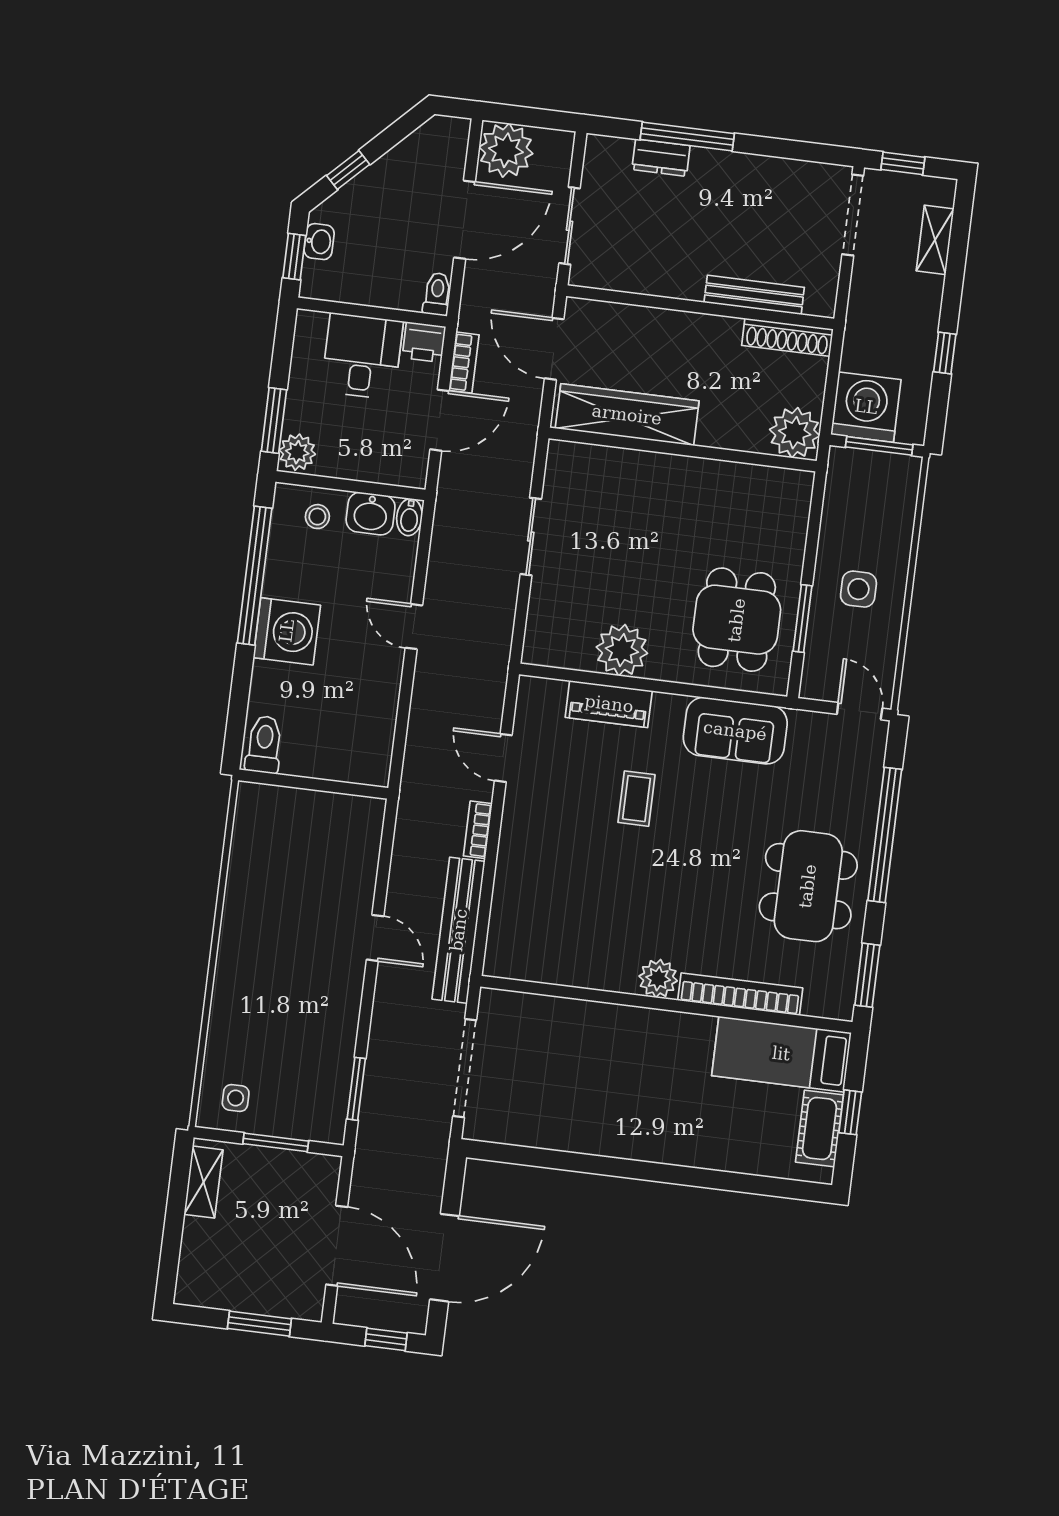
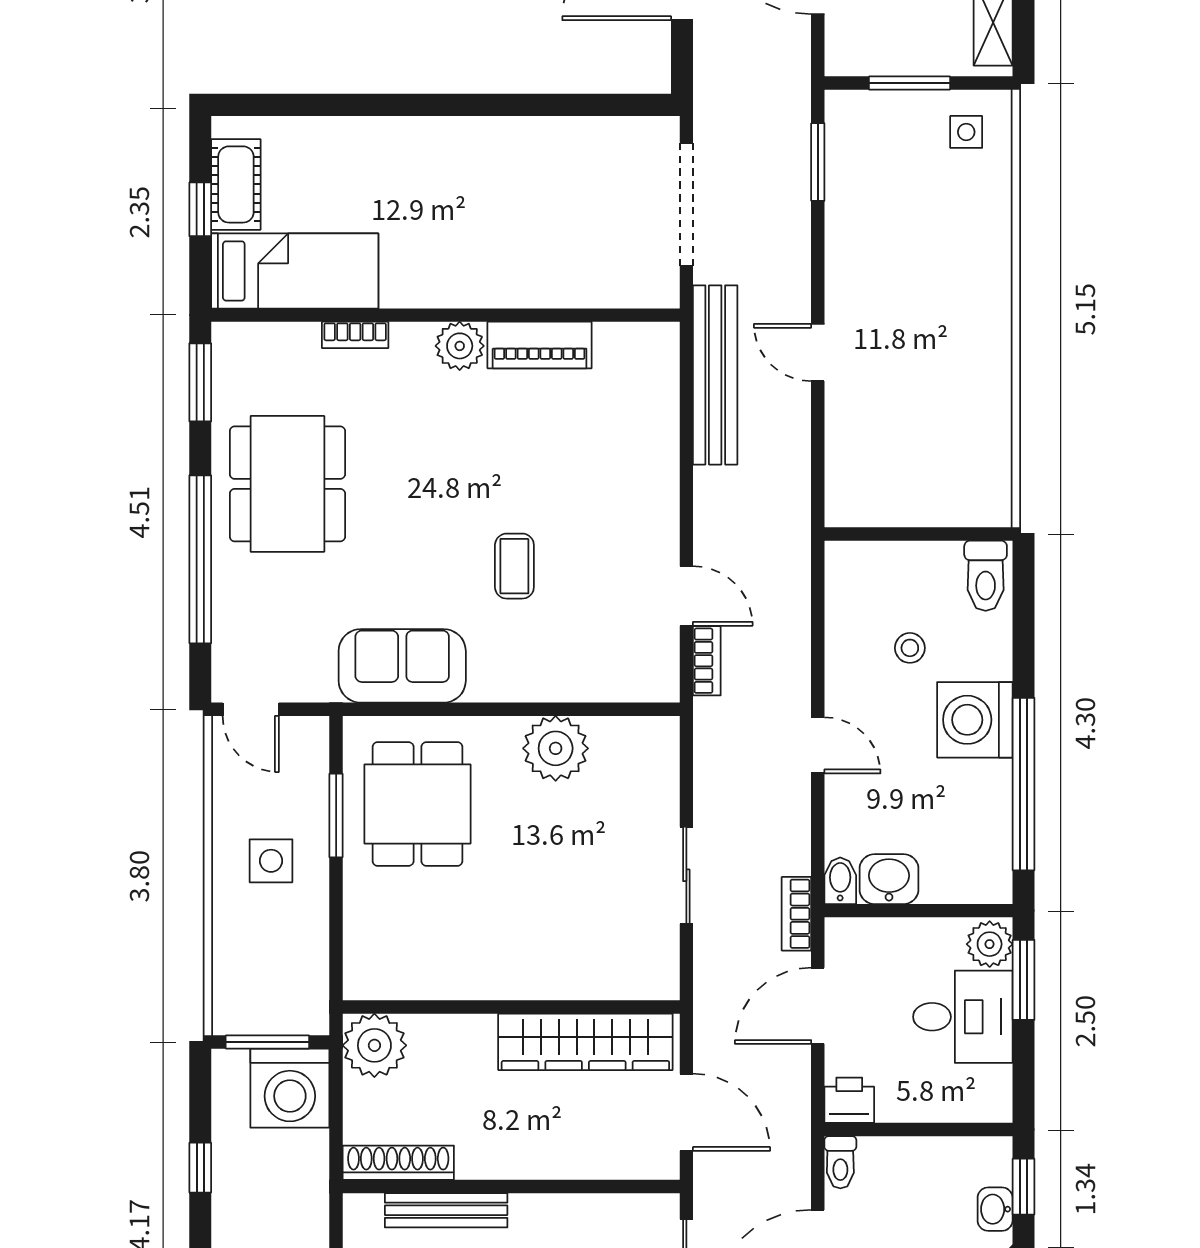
desk: (362, 356) -> (963, 1017), moved, turned -90
bookcase: (464, 363) -> (796, 914), moved
stool: (317, 517) -> (910, 648), moved
piano: (609, 704) -> (540, 345), moved, turned 180
bookcase: (478, 830) -> (707, 661), moved
bookcase: (740, 994) -> (355, 335), width x0.43, depth x0.76

